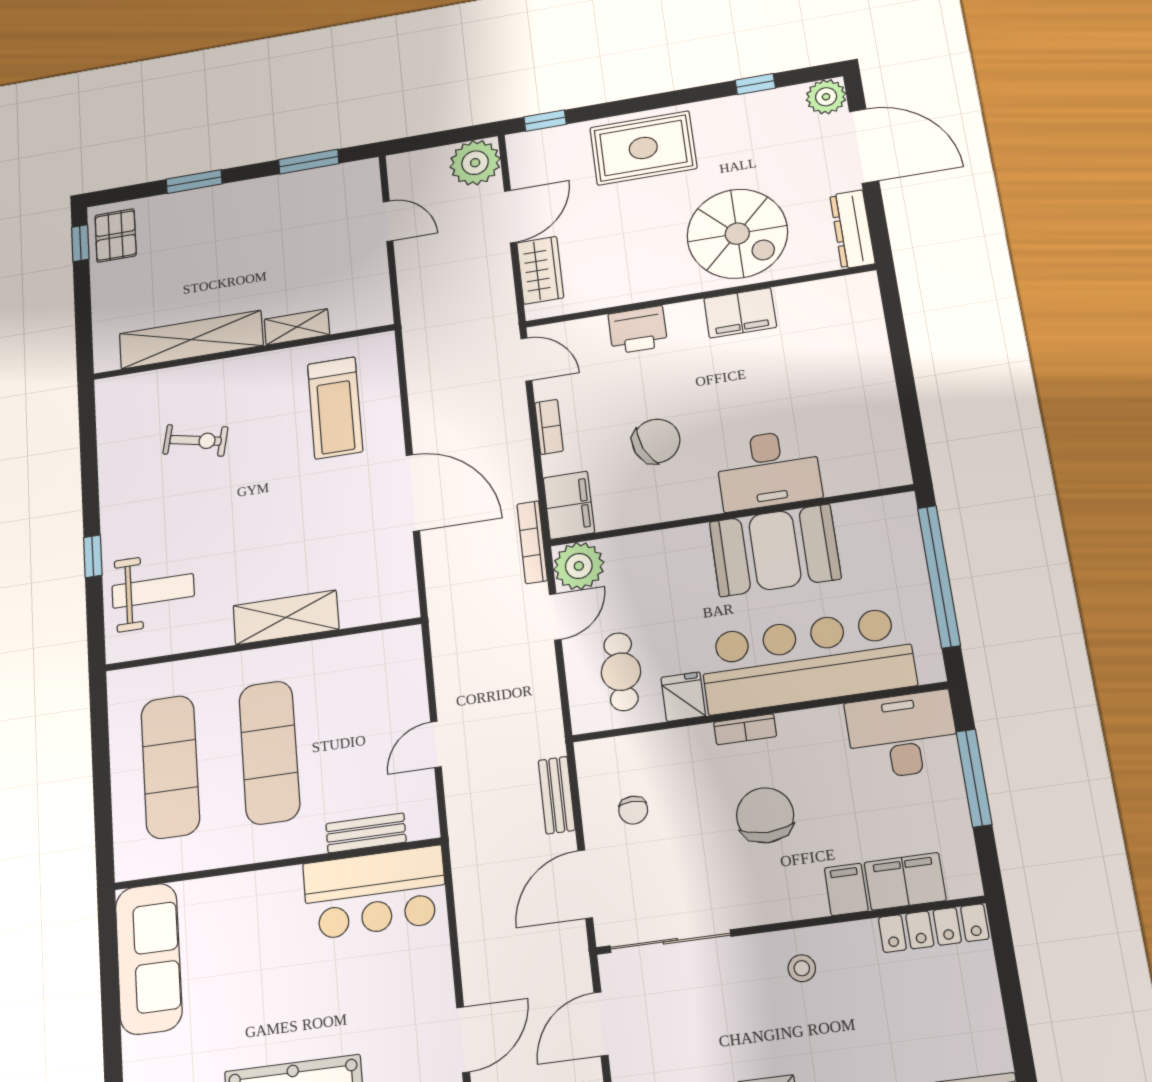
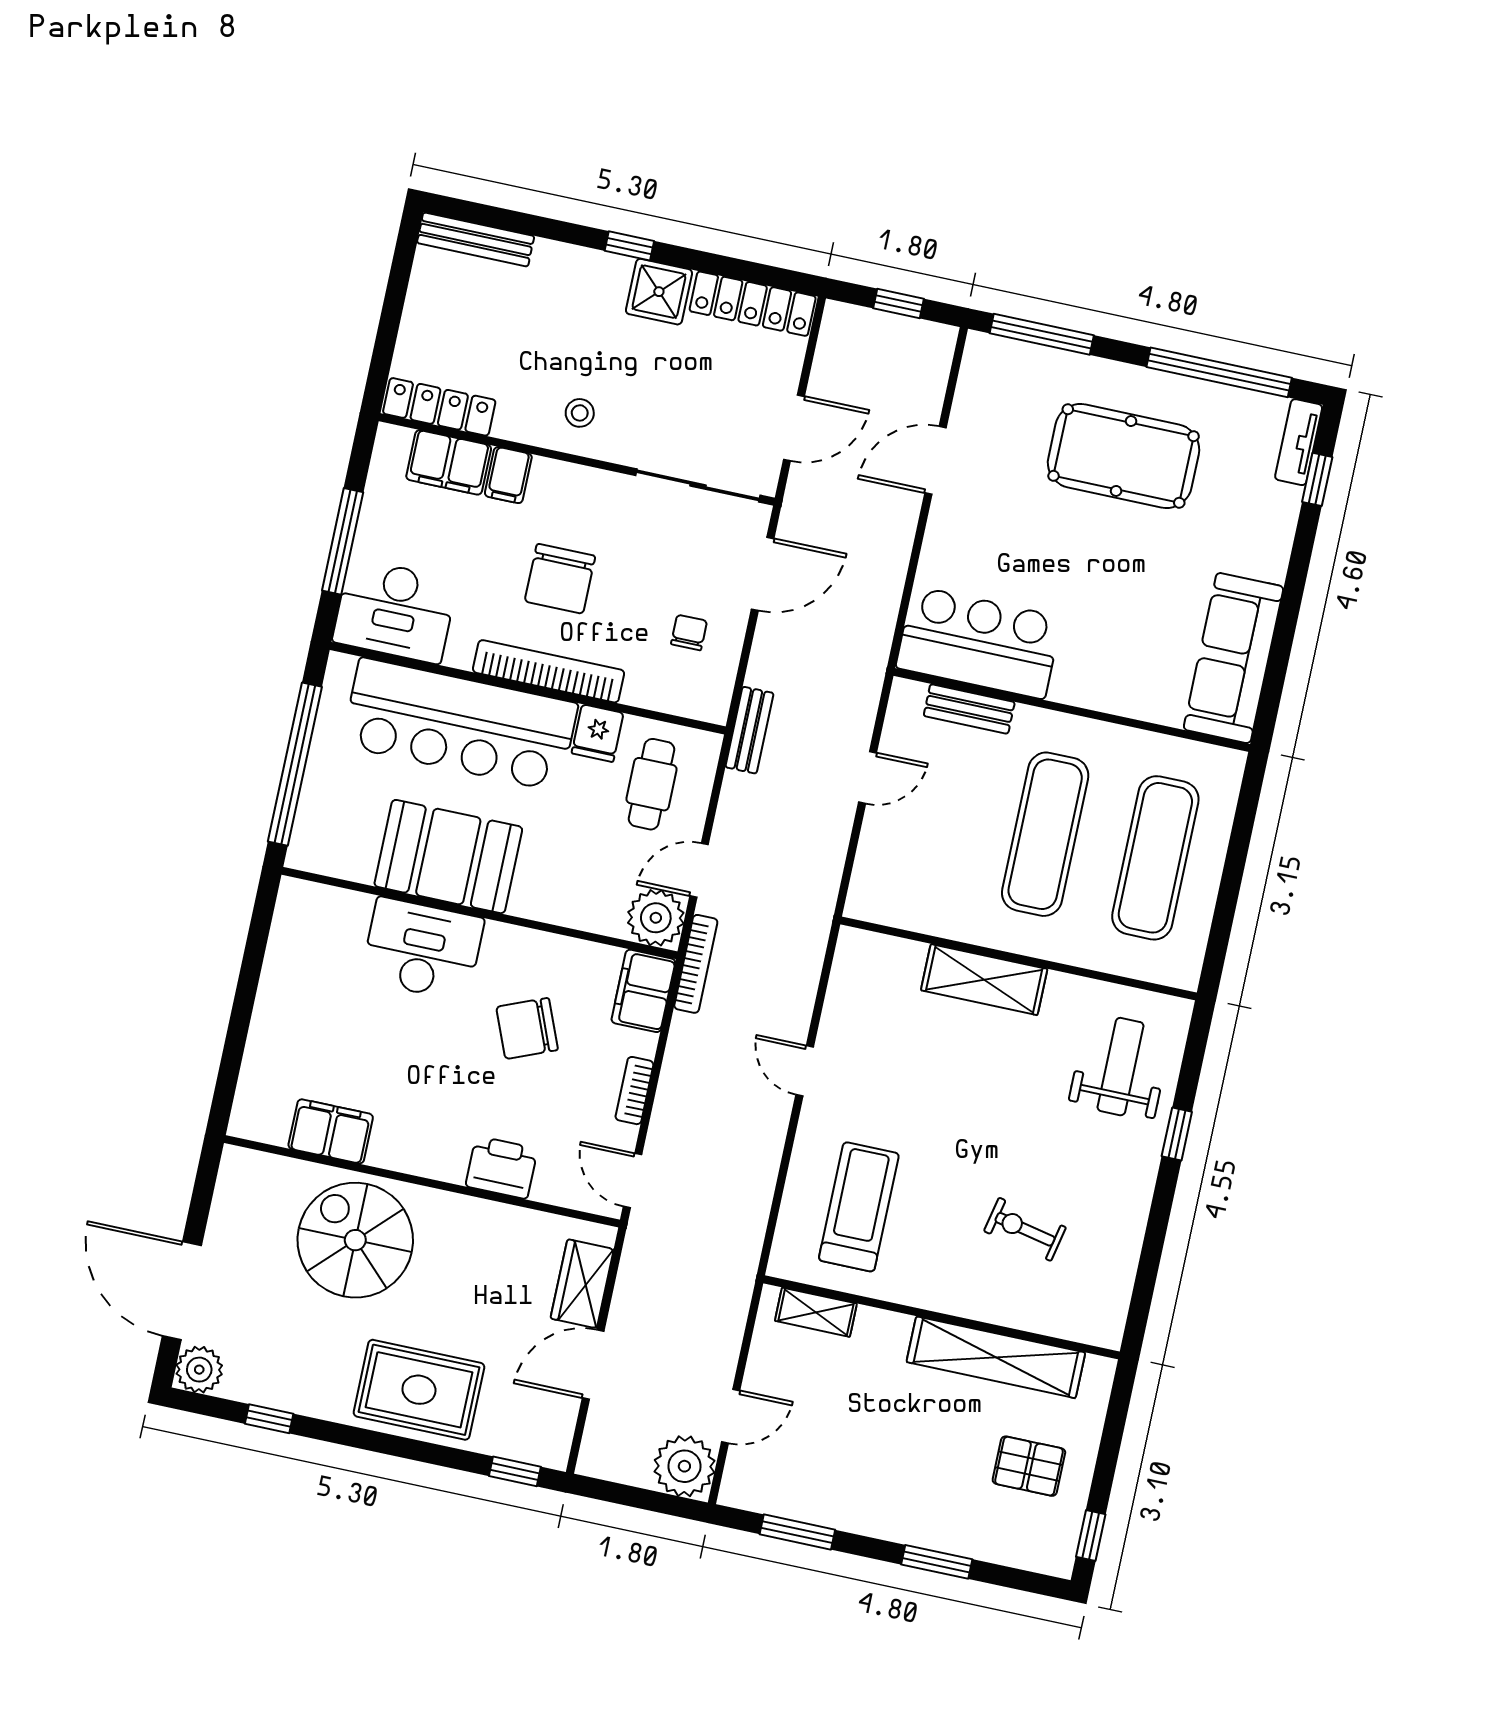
plant: (475, 163) -> (684, 1466), moved
door: (388, 221) -> (731, 1416), swing flipped
dresser: (852, 229) -> (232, 1194), removed
pallet: (116, 236) -> (1029, 1466), moved, turned 90
filing cabinet: (740, 313) -> (331, 1131), moved
shelving: (297, 327) -> (816, 1312), moved
door: (413, 493) -> (805, 1071), width x0.53
weight bench: (153, 591) -> (1121, 1067), turned 90
bookcase: (745, 729) -> (549, 671), width x2.31, depth x1.31
bench: (557, 795) -> (749, 730), moved

